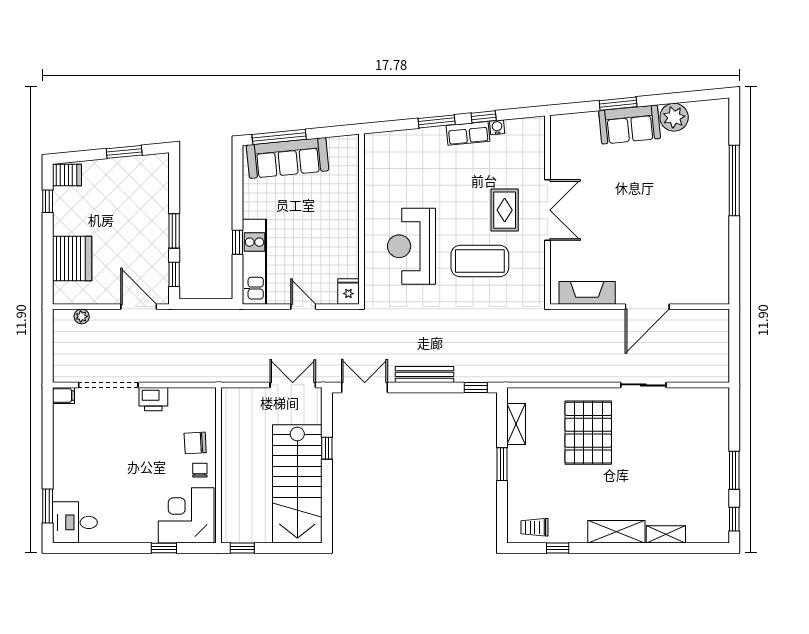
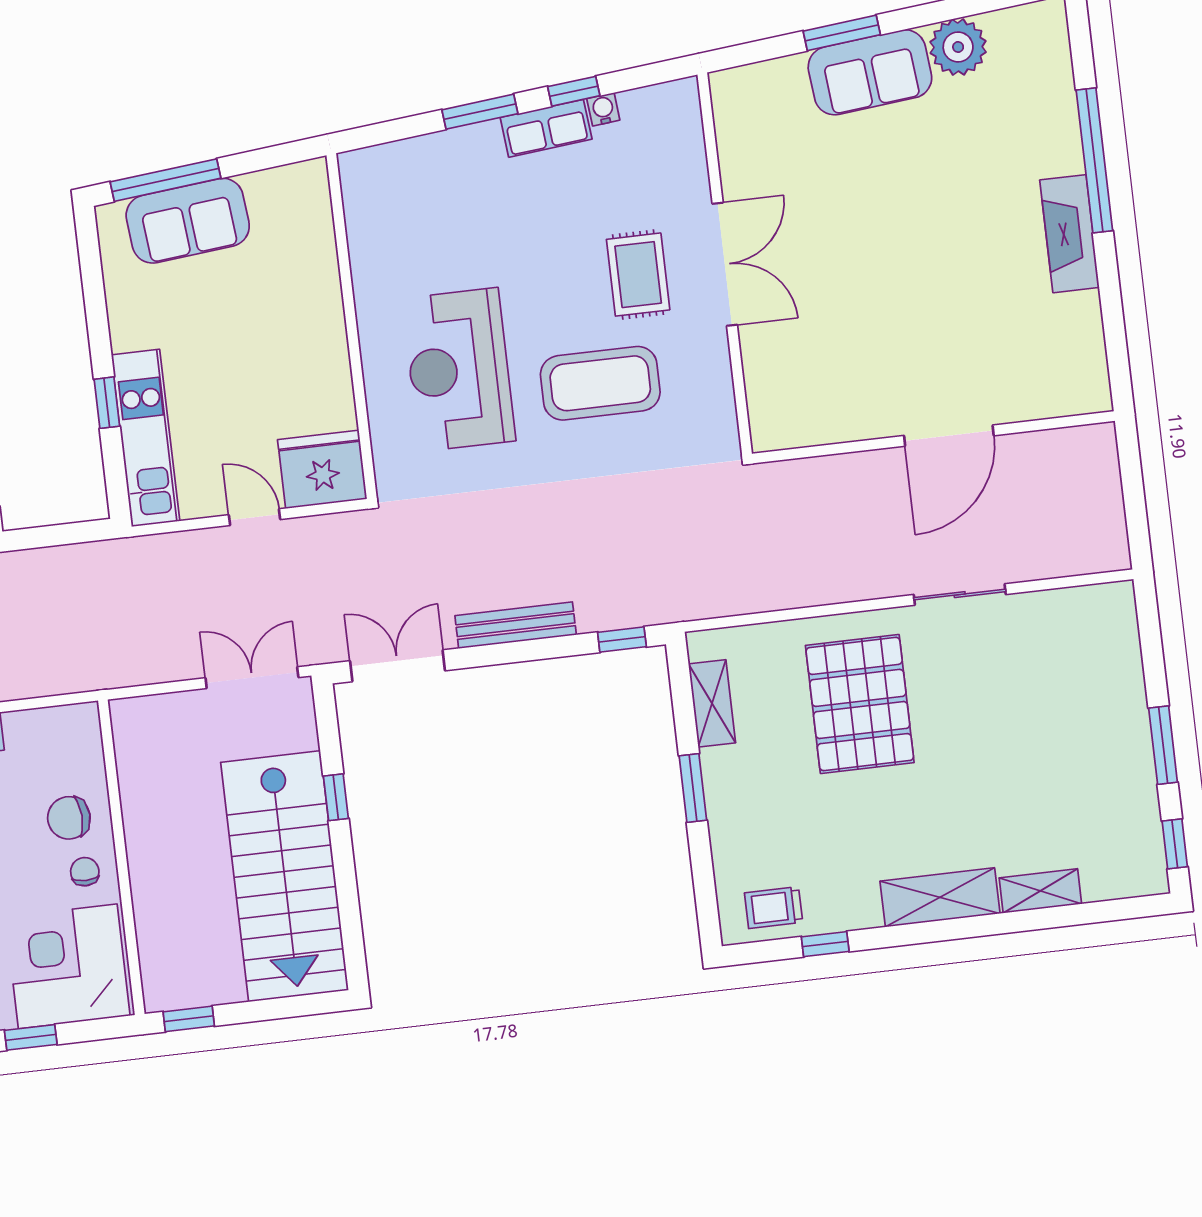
sofa: (288, 158) -> (188, 221), width x0.73
fridge: (348, 292) -> (322, 469), width x1.88, depth x1.34
fireplace: (587, 293) -> (1069, 234), moved, turned -90

